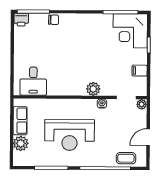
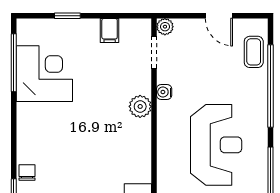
corner desk: (130, 31) -> (44, 74), moved, turned -90

